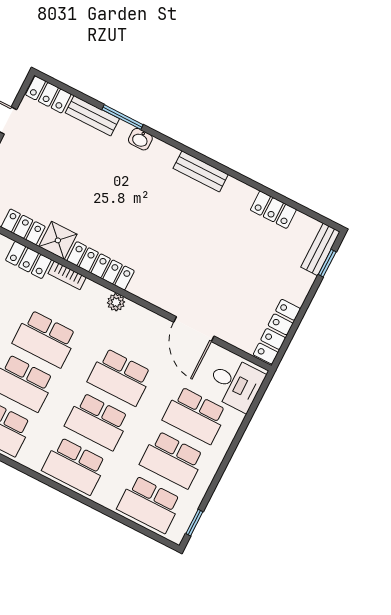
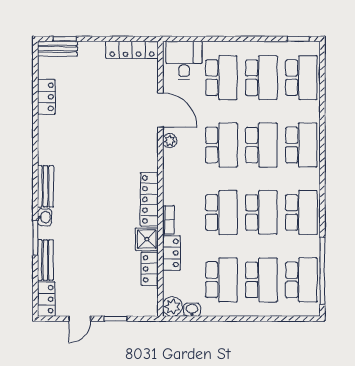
bench: (201, 171) -> (45, 186), moved
plant: (116, 302) -> (170, 141), moved
door: (194, 329) -> (160, 110), hinge flipped

